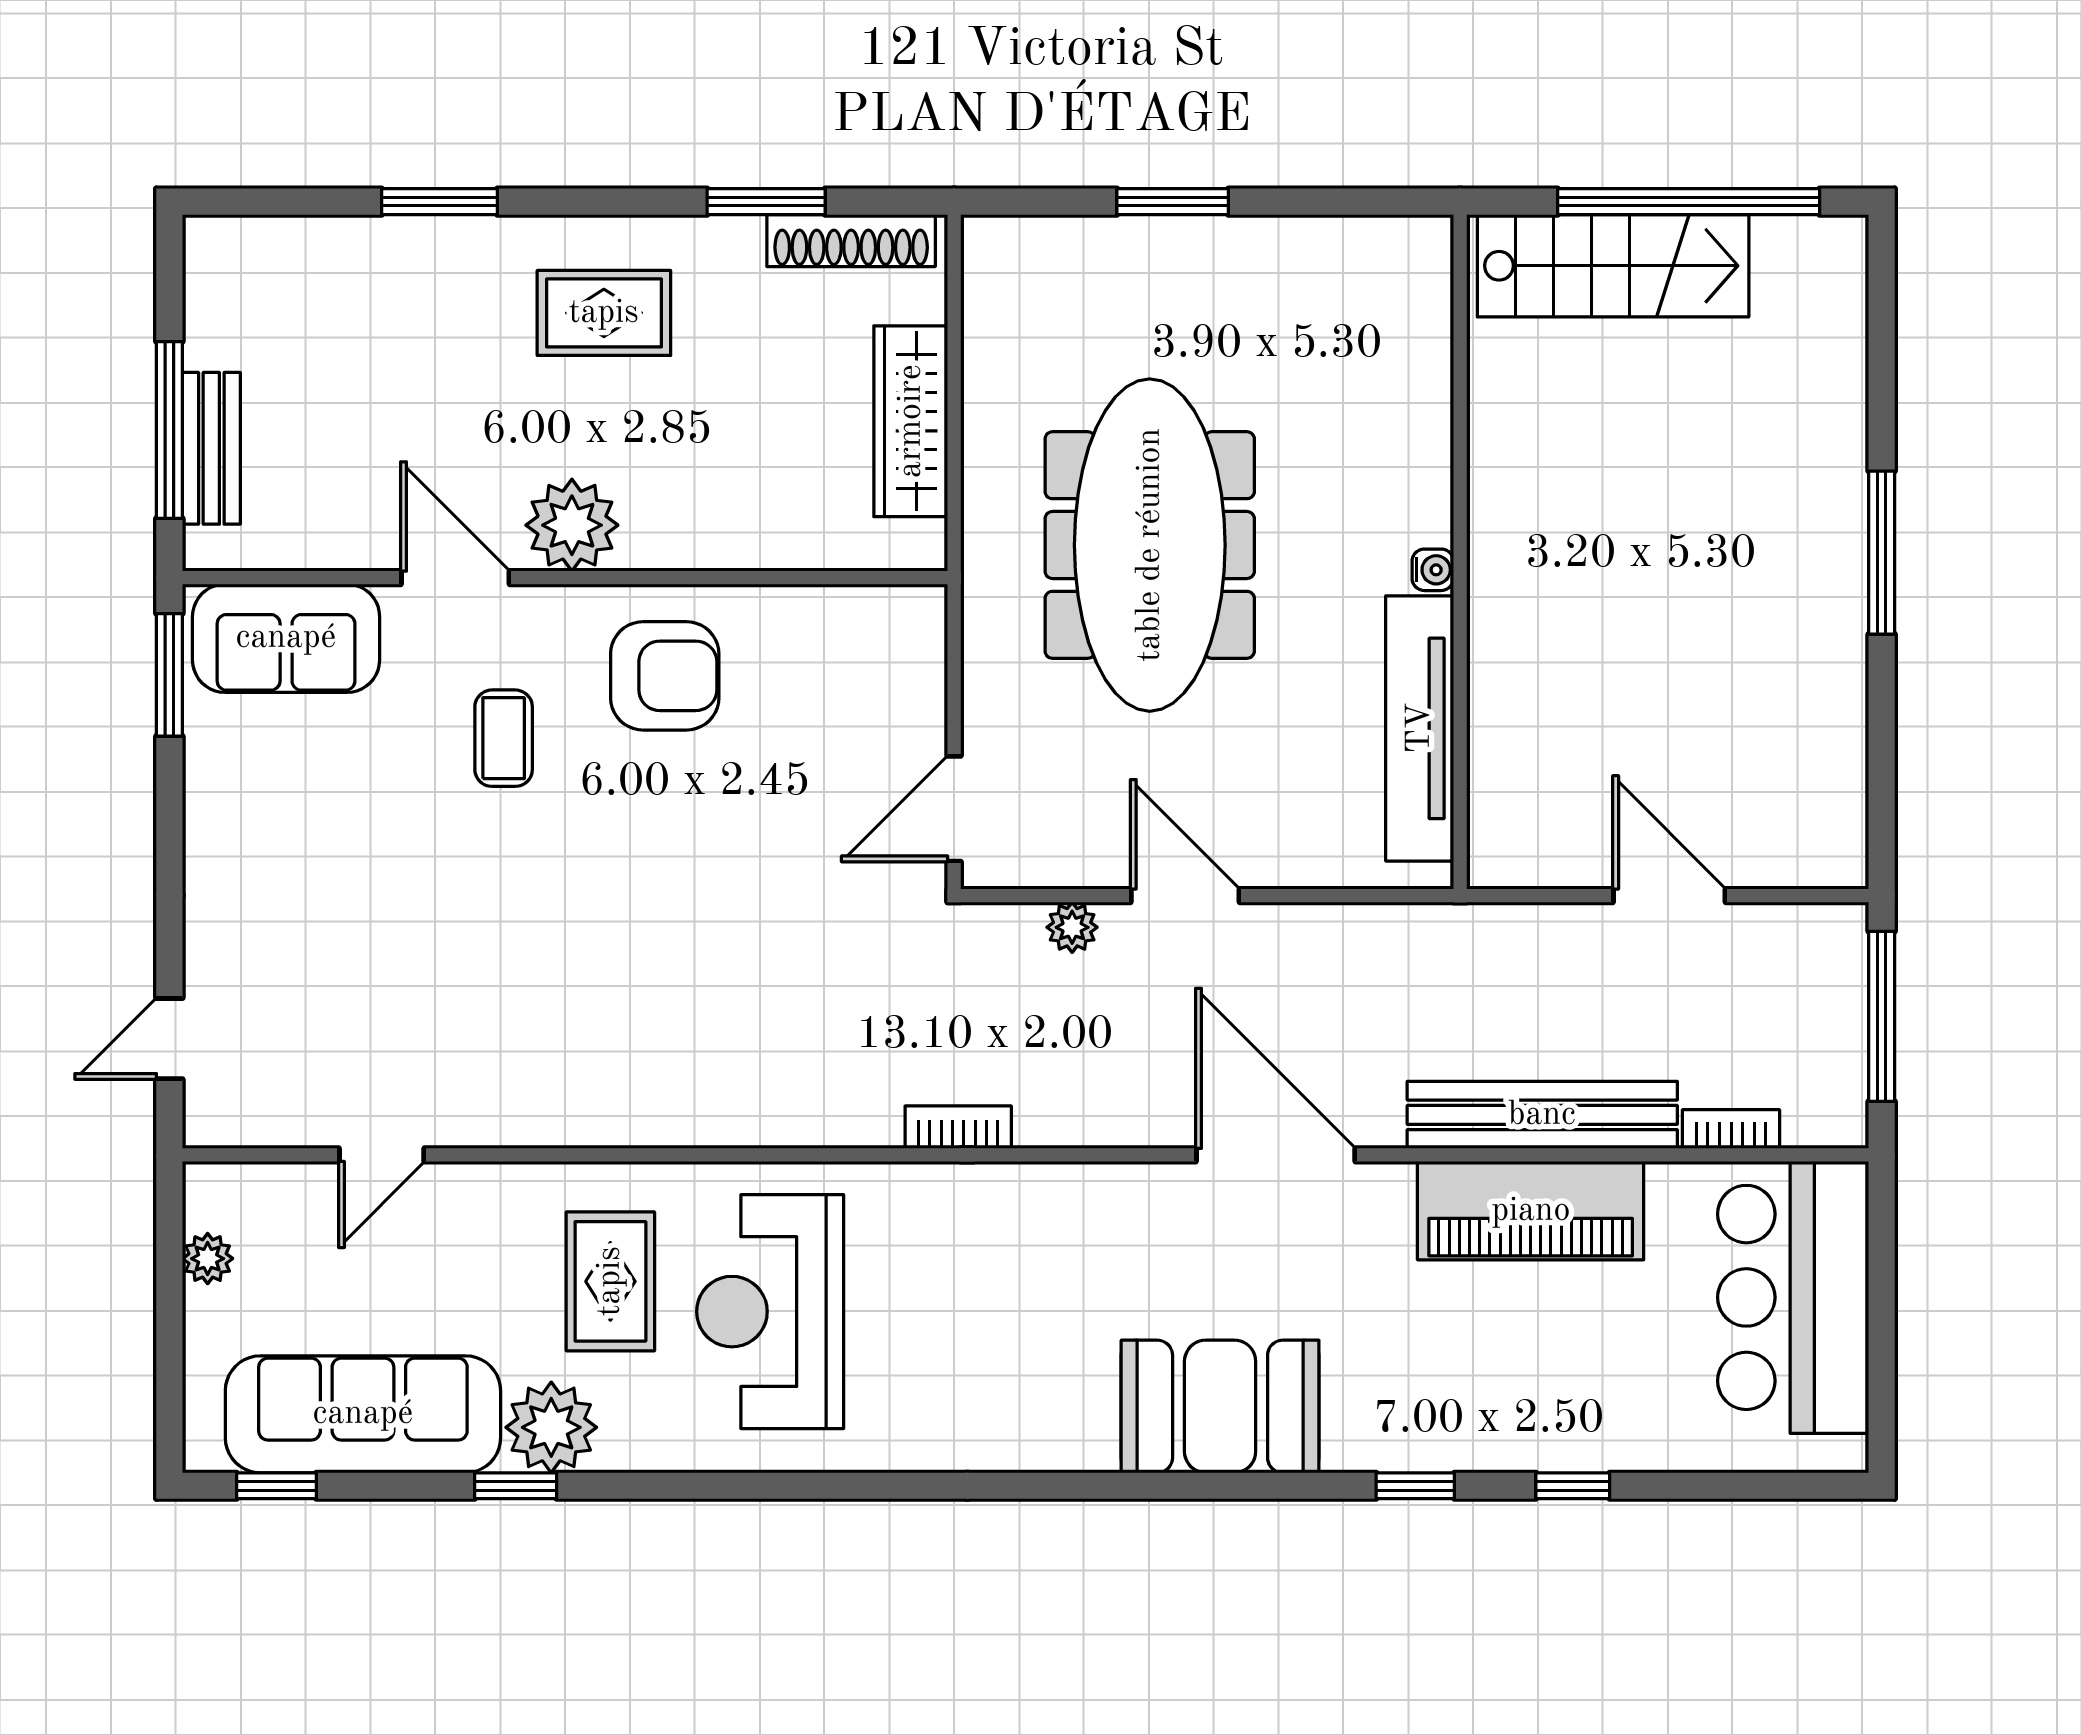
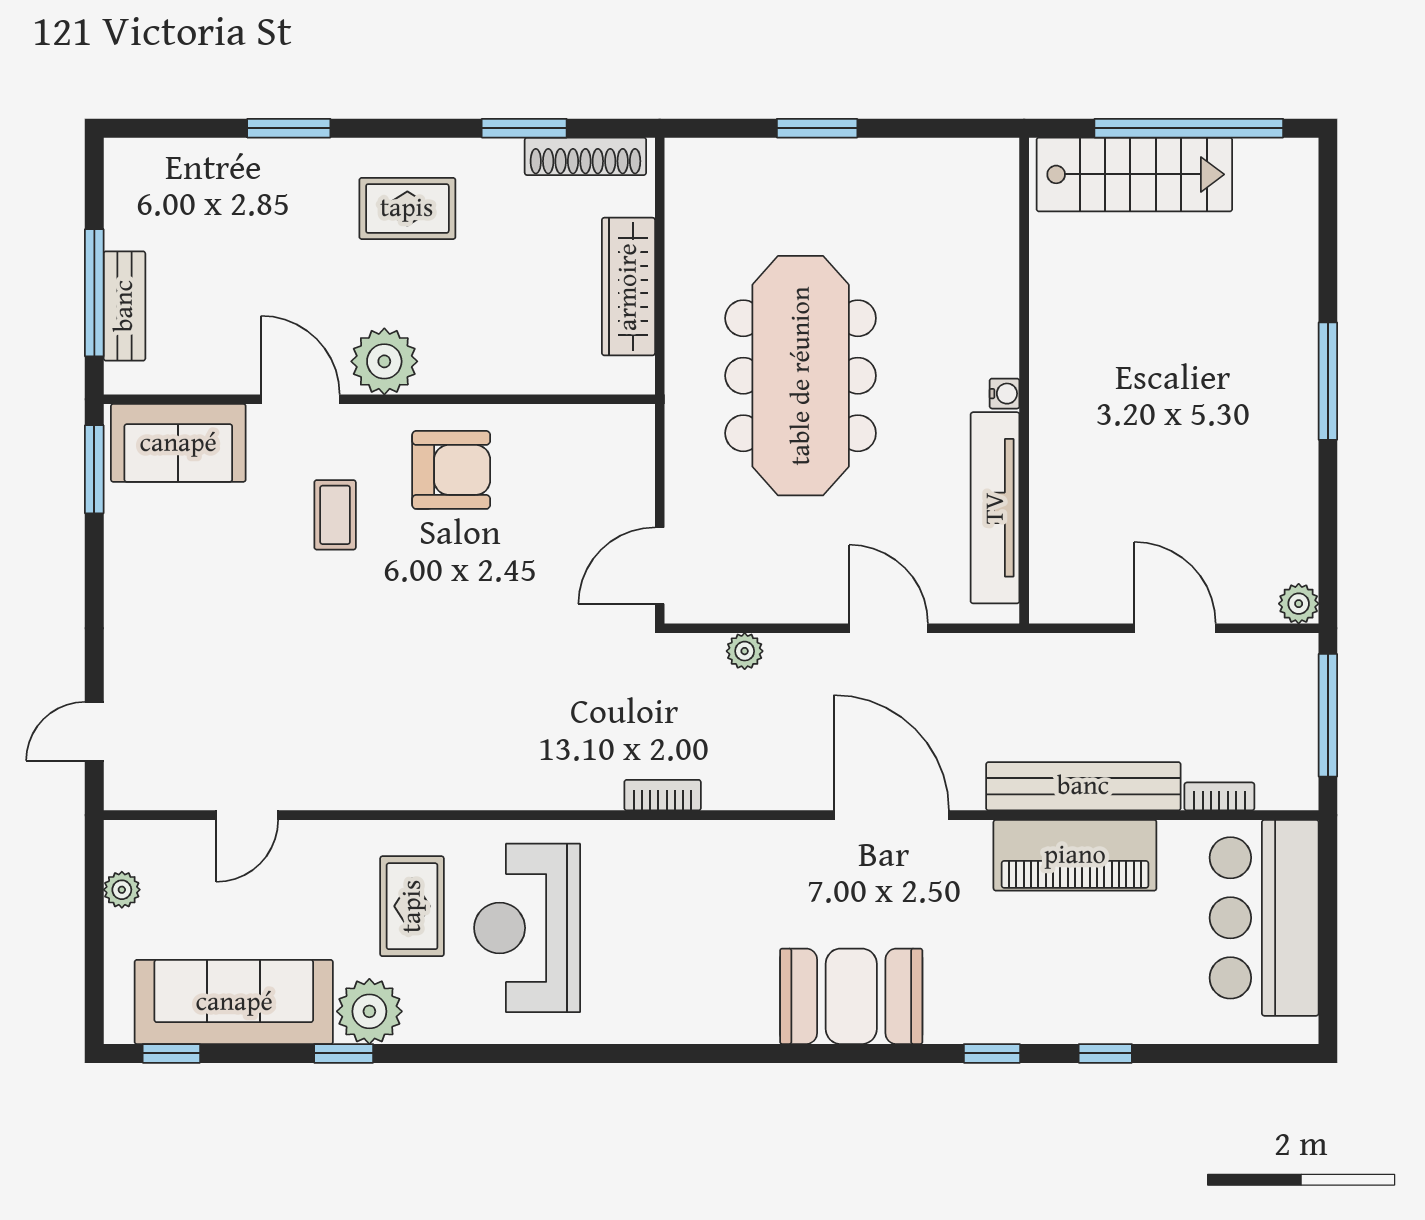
plant: (1841, 861) -> (1299, 604), added
door: (1185, 896) -> (889, 628), moved

